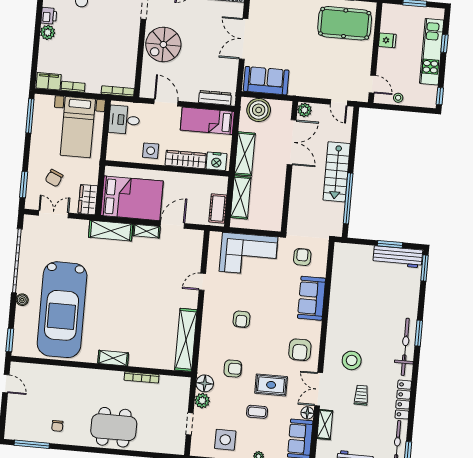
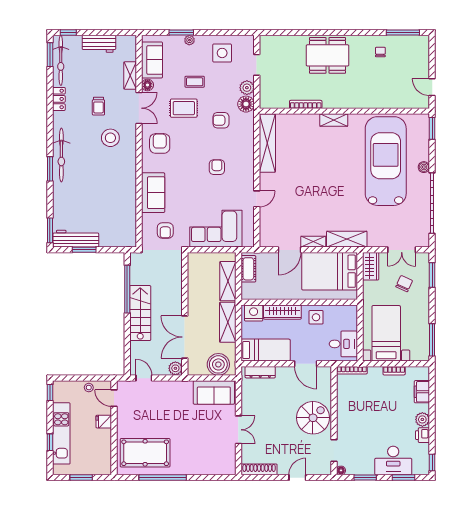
double door: (244, 39) -> (238, 430), width x0.73
fridge: (387, 40) -> (104, 422), moved
filing cabinet: (49, 81) -> (422, 392), moved, turned 90
locker: (403, 400) -> (59, 99), width x0.66

